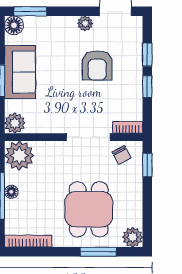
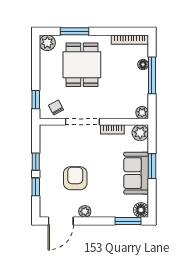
bookcase: (128, 127) -> (112, 129), moved
plant: (19, 156) -> (142, 113), width x0.53, depth x0.53
floor lamp: (11, 192) -> (143, 65), moved

